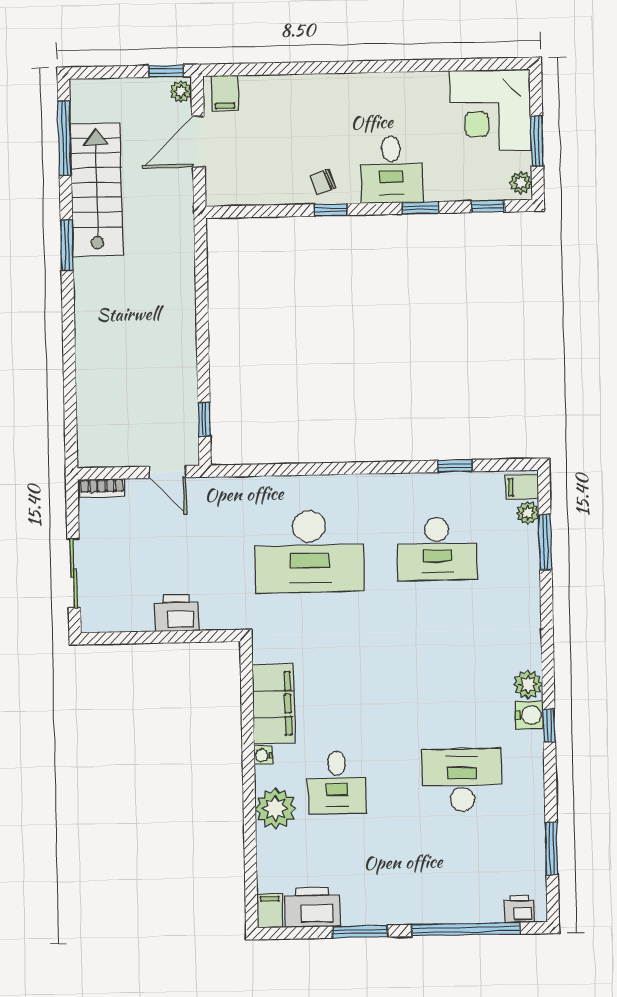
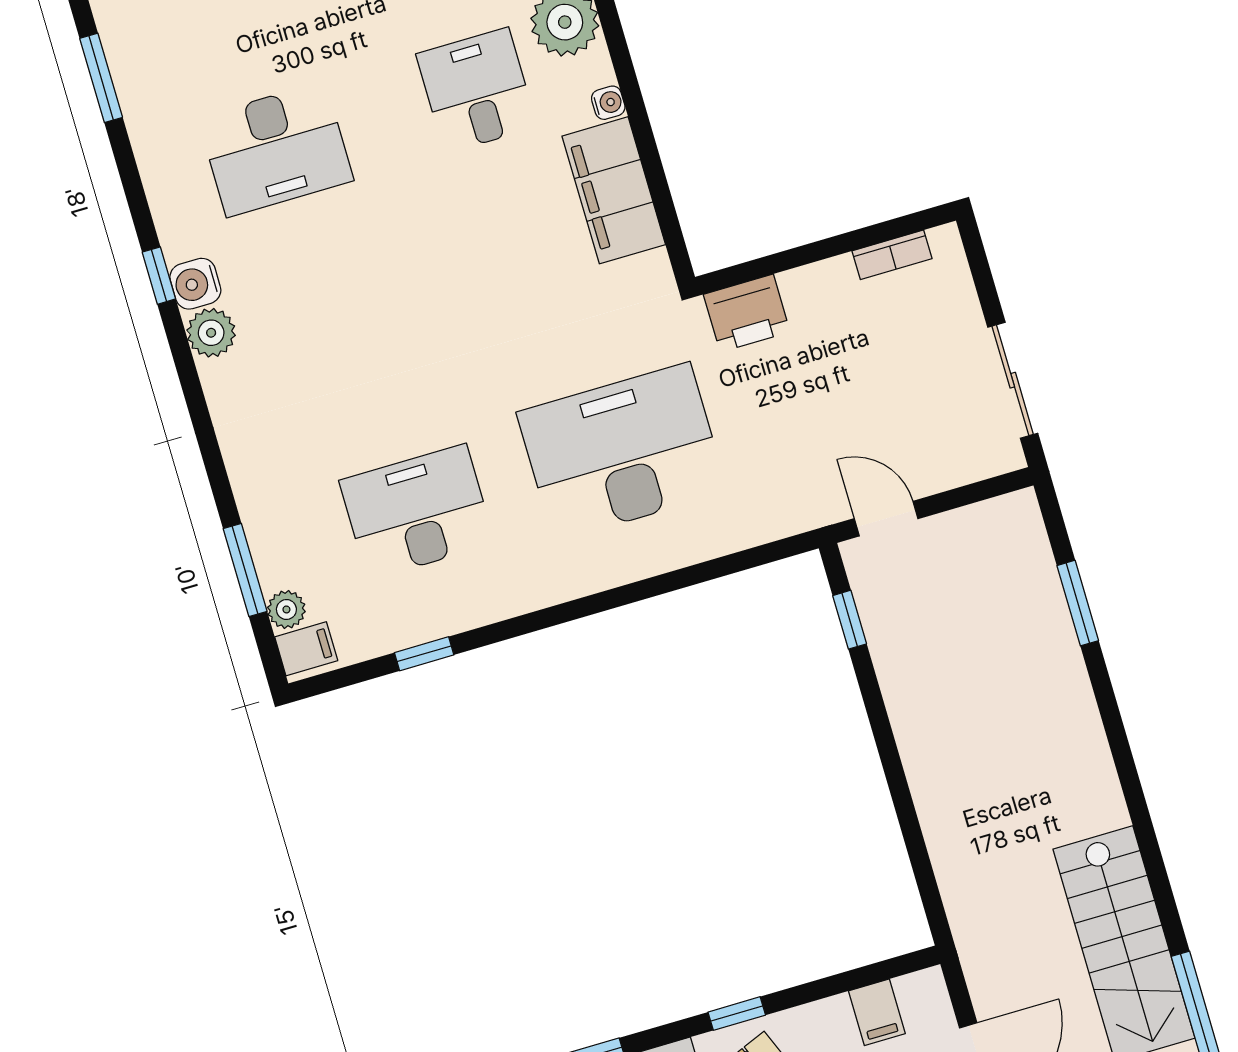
filing cabinet: (250, 189) -> (877, 1012), added
window: (67, 245) -> (1078, 603), moved
bookcase: (102, 488) -> (892, 255), moved, turned 180
sliding door: (74, 573) -> (1013, 380), moved
printer: (176, 613) -> (747, 313), moved

